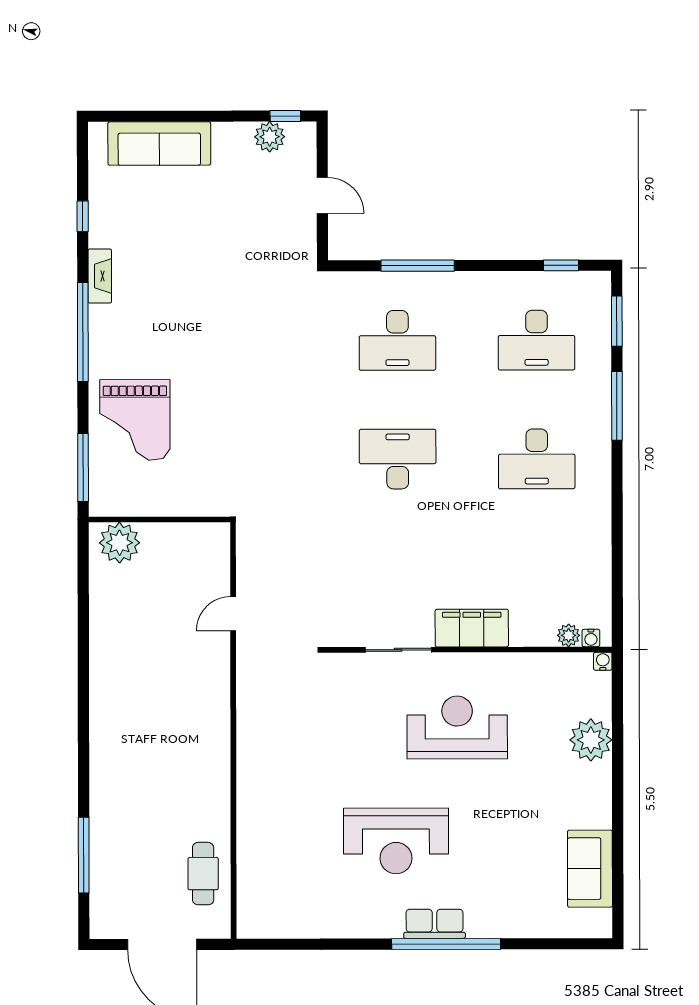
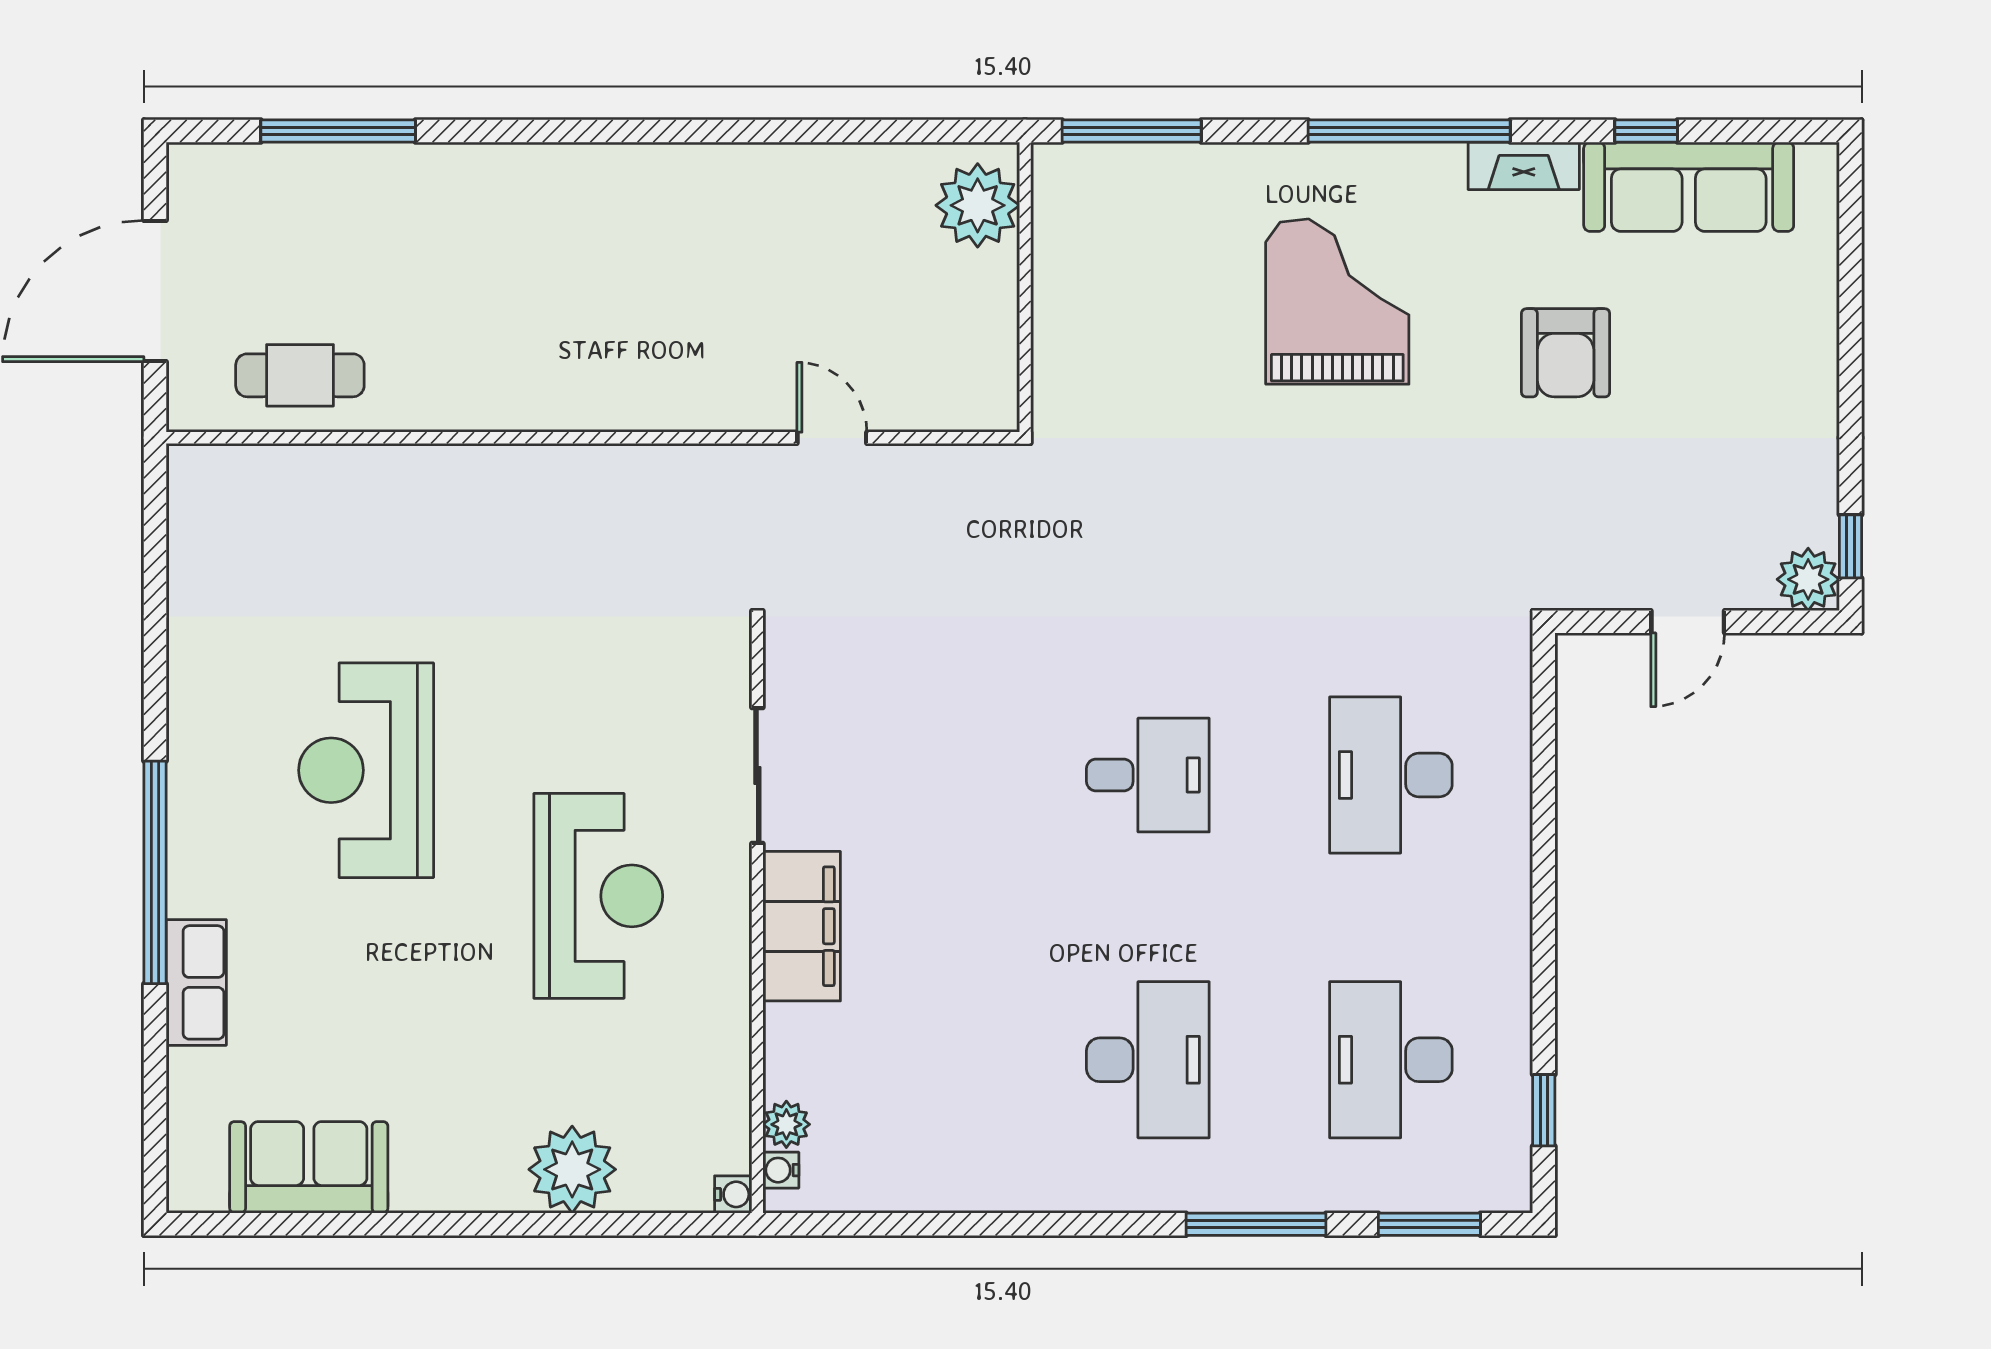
plant: (270, 137) -> (1808, 579), moved
sofa: (159, 143) -> (1689, 187), moved, turned -90
armchair: (191, 255) -> (1566, 353), added
window: (418, 266) -> (1544, 817), removed
grand piano: (135, 420) -> (1337, 302), moved, turned 90
desk: (398, 459) -> (1148, 775), width x0.73
desk: (537, 459) -> (1148, 1060), turned 180
row of seats: (435, 924) -> (196, 982), moved

